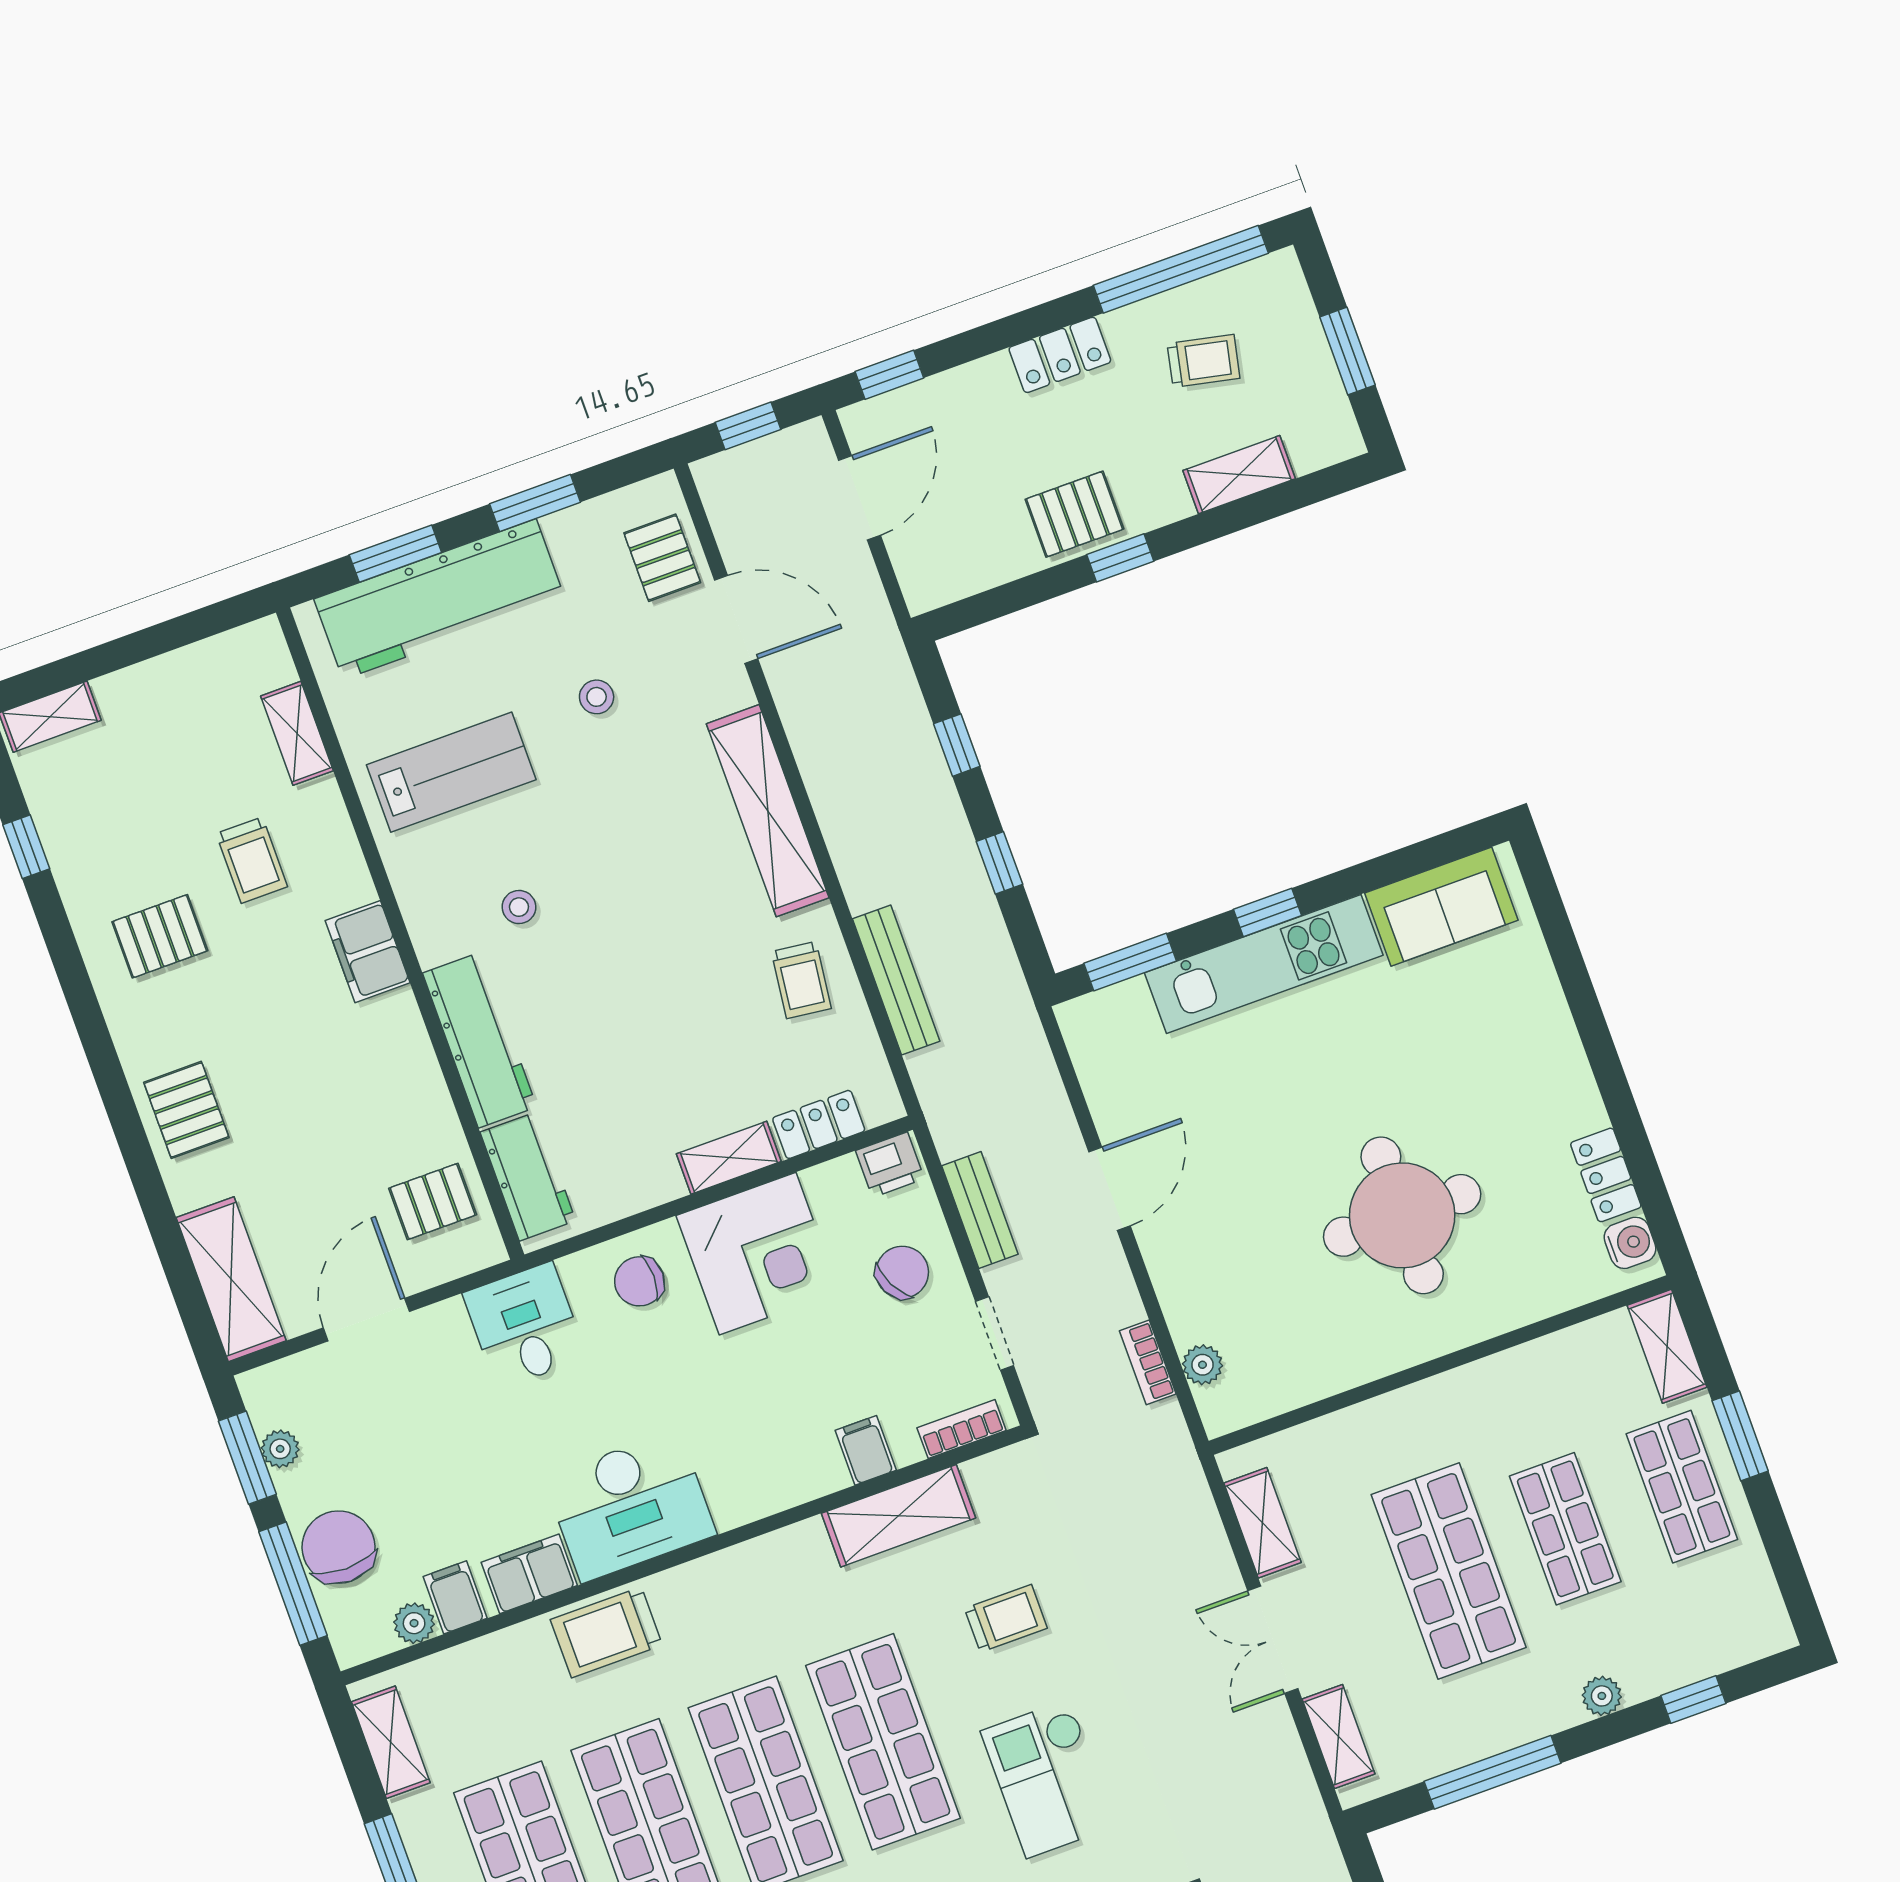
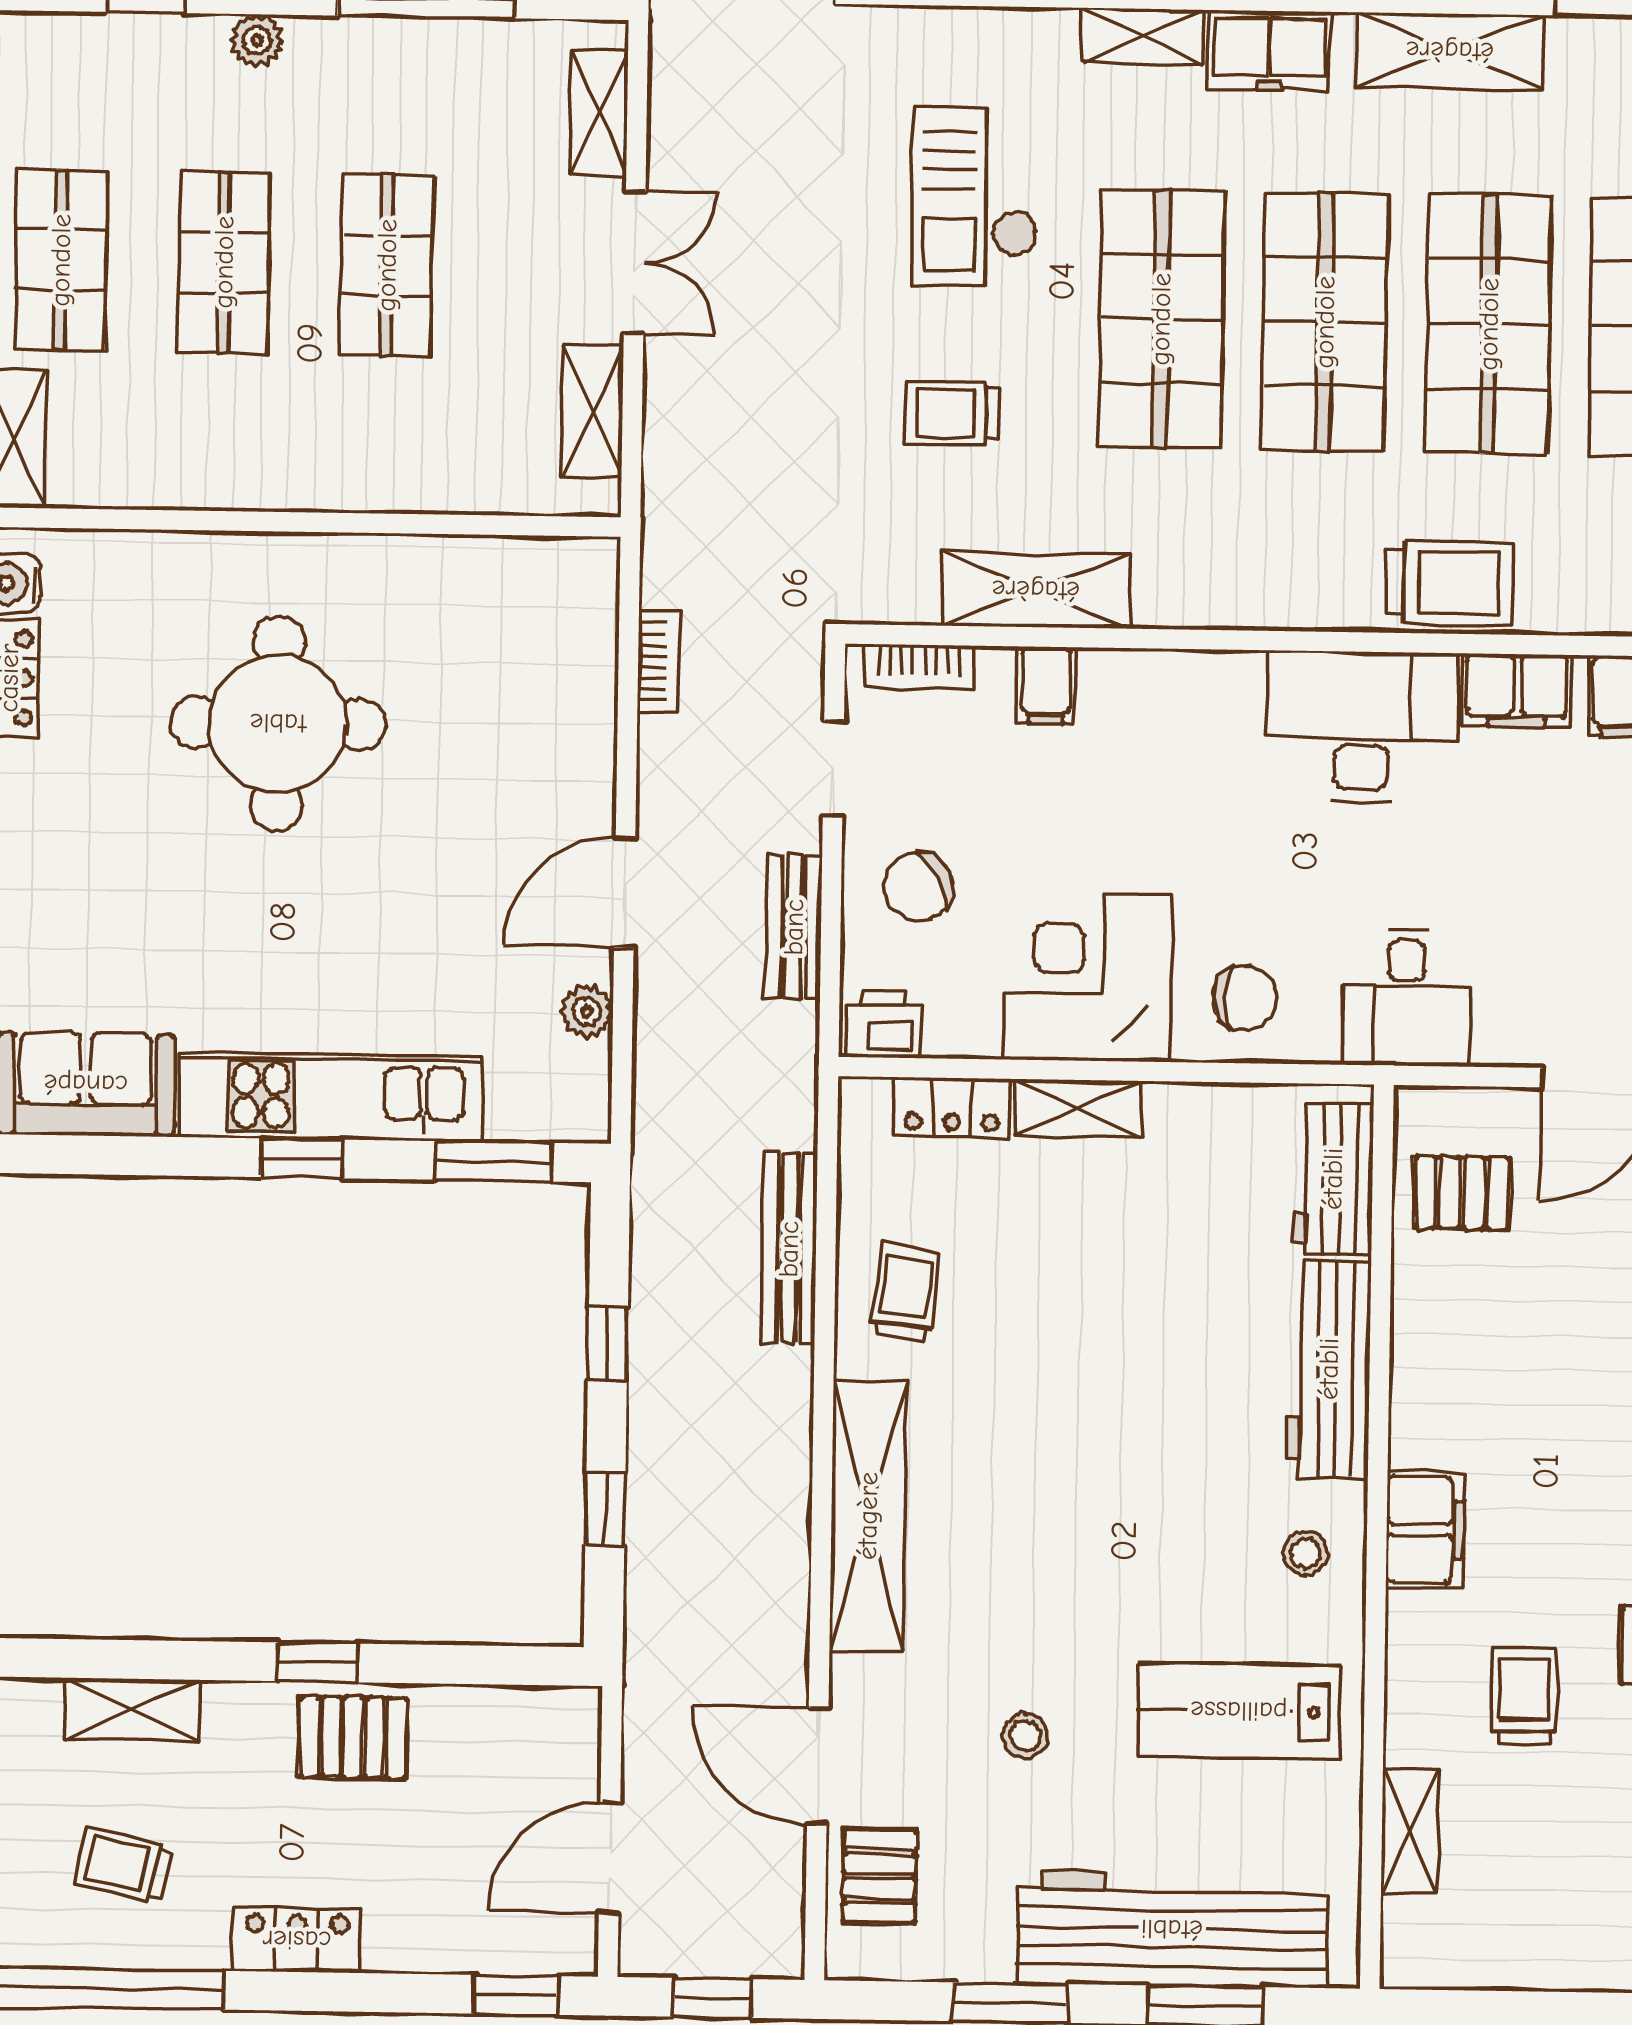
stool: (519, 907) -> (1306, 1553), moved
plant: (1202, 1365) -> (587, 1011), moved
shop shelf: (1449, 1571) -> (387, 265), width x0.70, depth x0.74
checkout: (1048, 1779) -> (975, 197), turned 180

